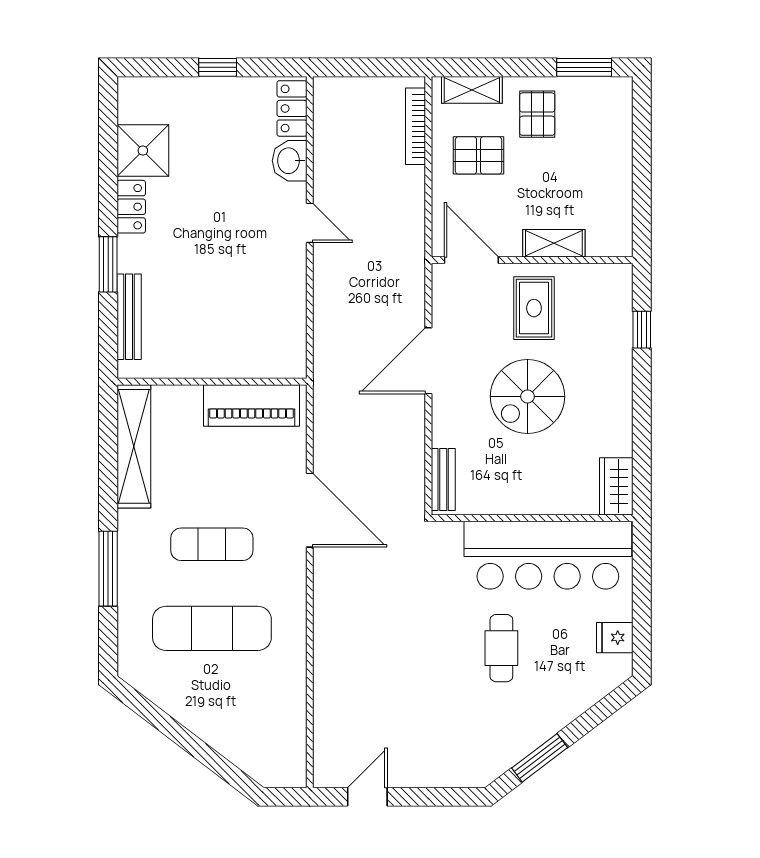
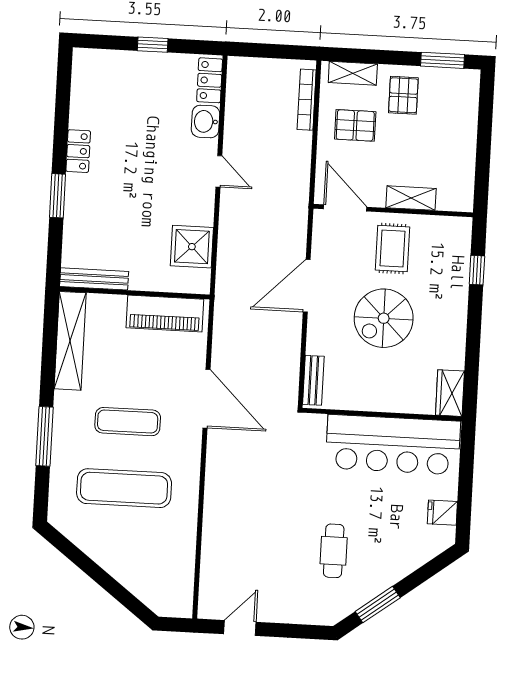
shower: (143, 151) -> (192, 247), moved
bench: (129, 317) -> (94, 279), moved, turned 90
cafe table: (501, 648) -> (334, 551), moved

